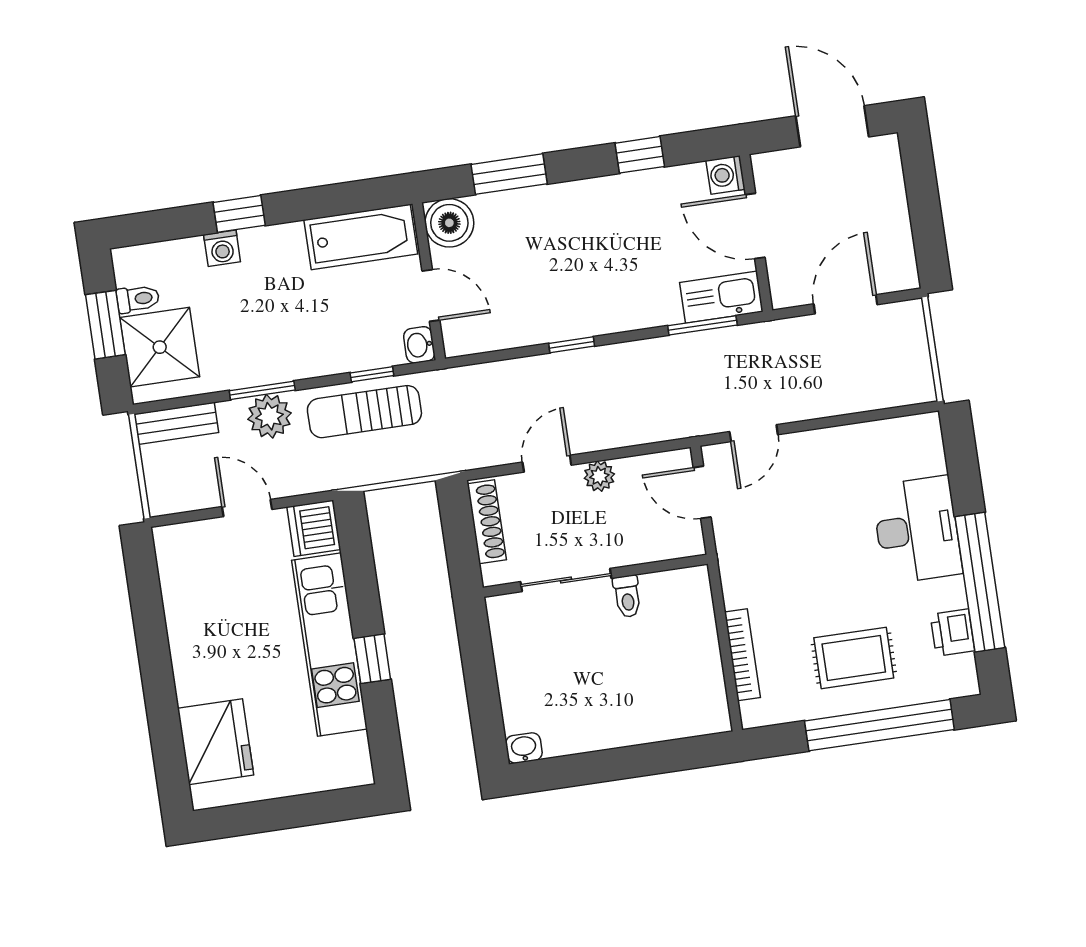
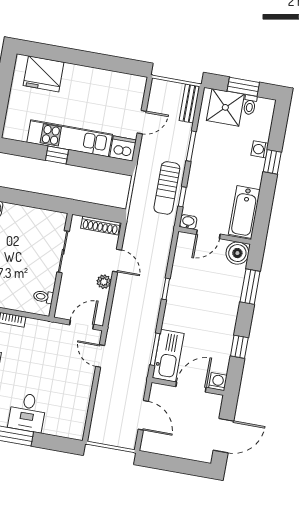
kitchen sink: (721, 297) -> (168, 356), width x1.36, depth x1.24
sun lounger: (364, 412) -> (167, 188), turned 180
plant: (270, 416) -> (179, 145), removed
desk: (917, 530) -> (27, 412), width x0.73
toilet: (627, 596) -> (43, 297), moved

